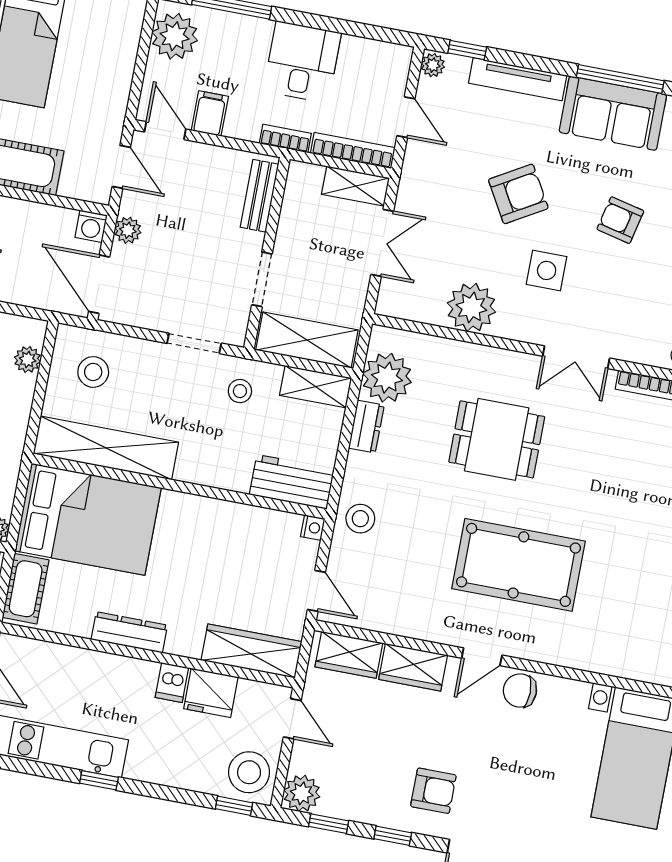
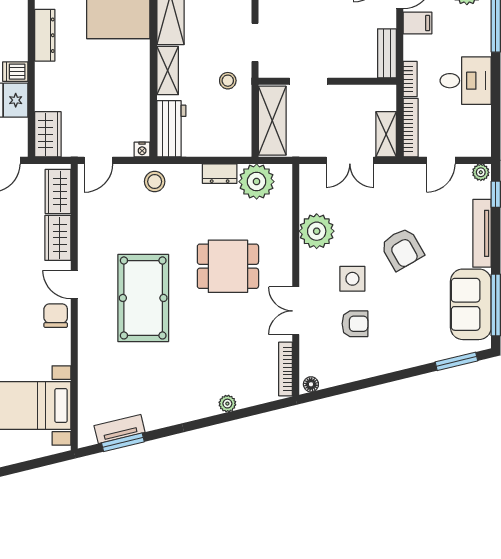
bench: (259, 196) -> (387, 53), moved, turned 90
armchair: (620, 220) -> (355, 324), moved, turned 77
shelving: (316, 387) -> (168, 71), moved
dining table: (497, 439) -> (228, 266), turned 90
wardrobe: (251, 651) -> (48, 134), width x0.67

